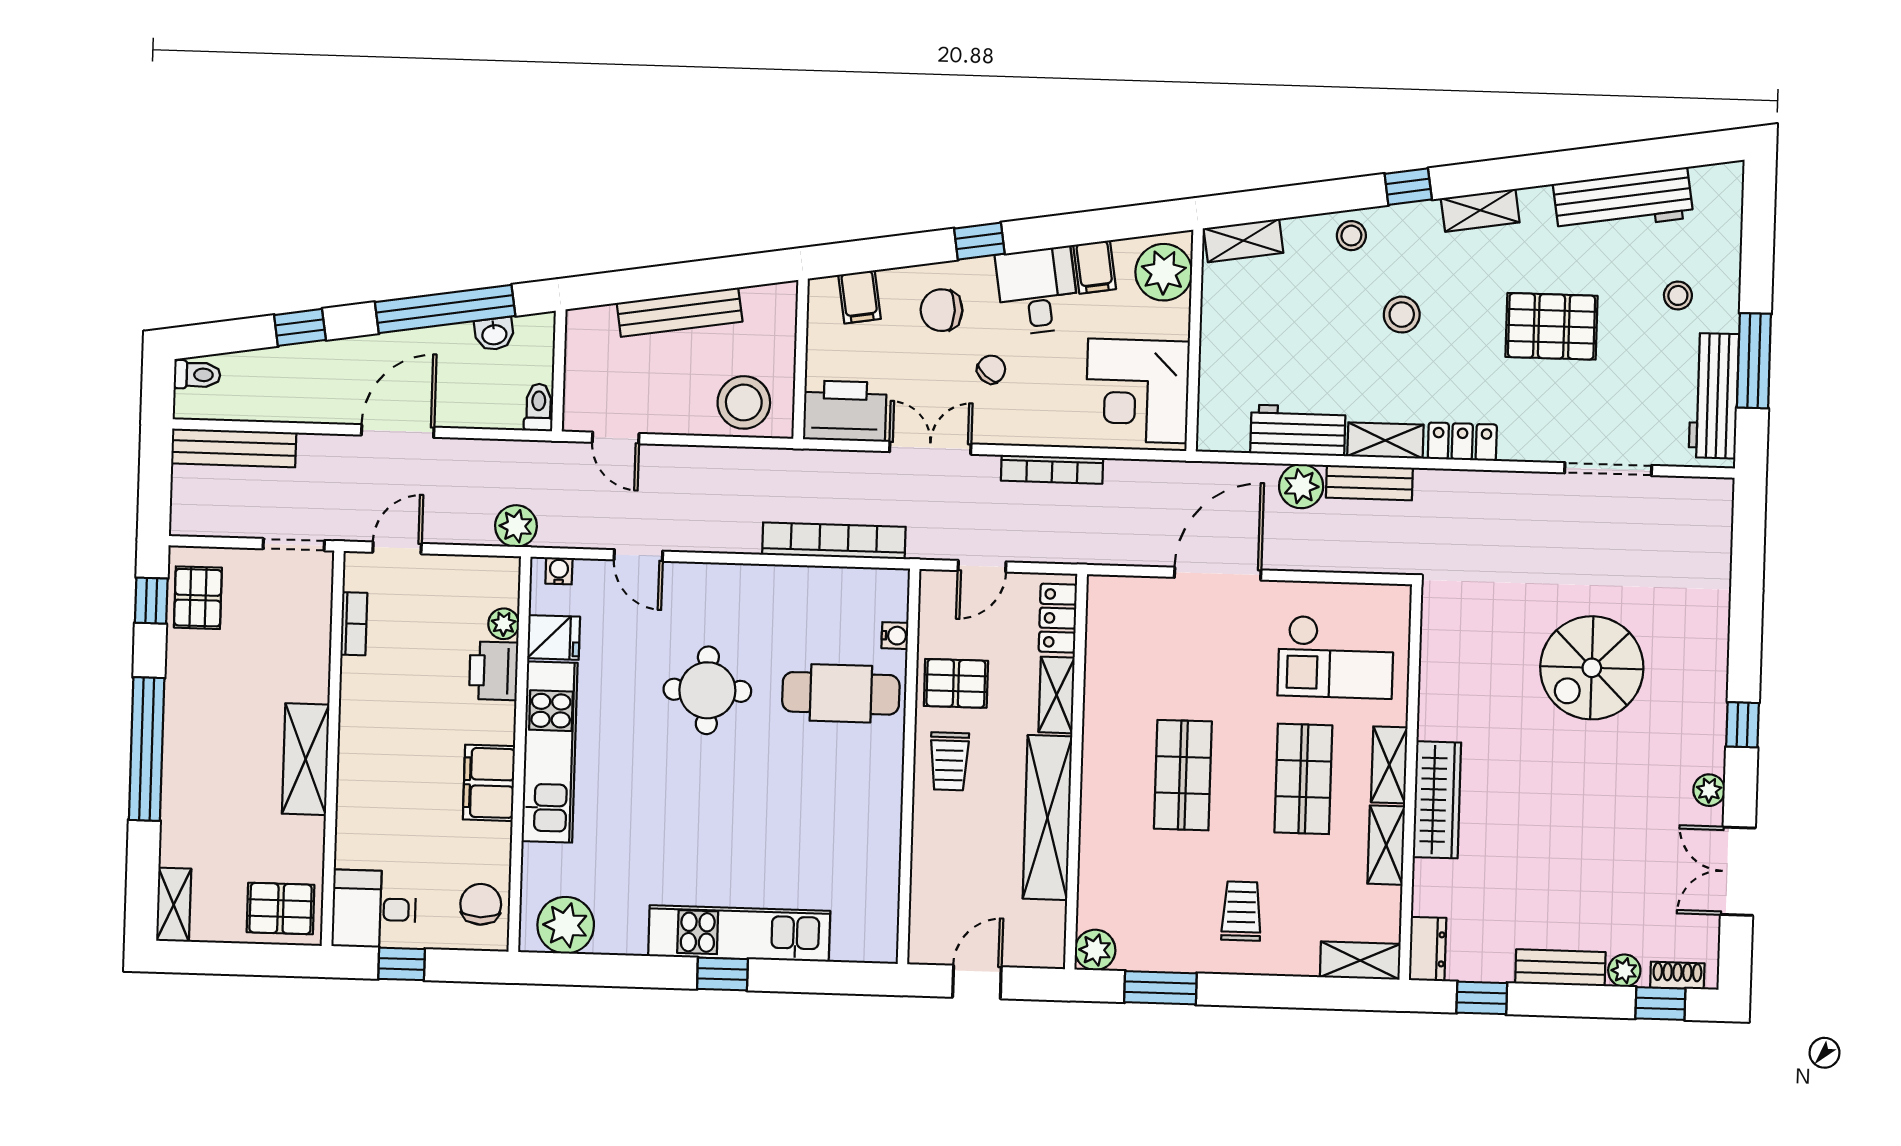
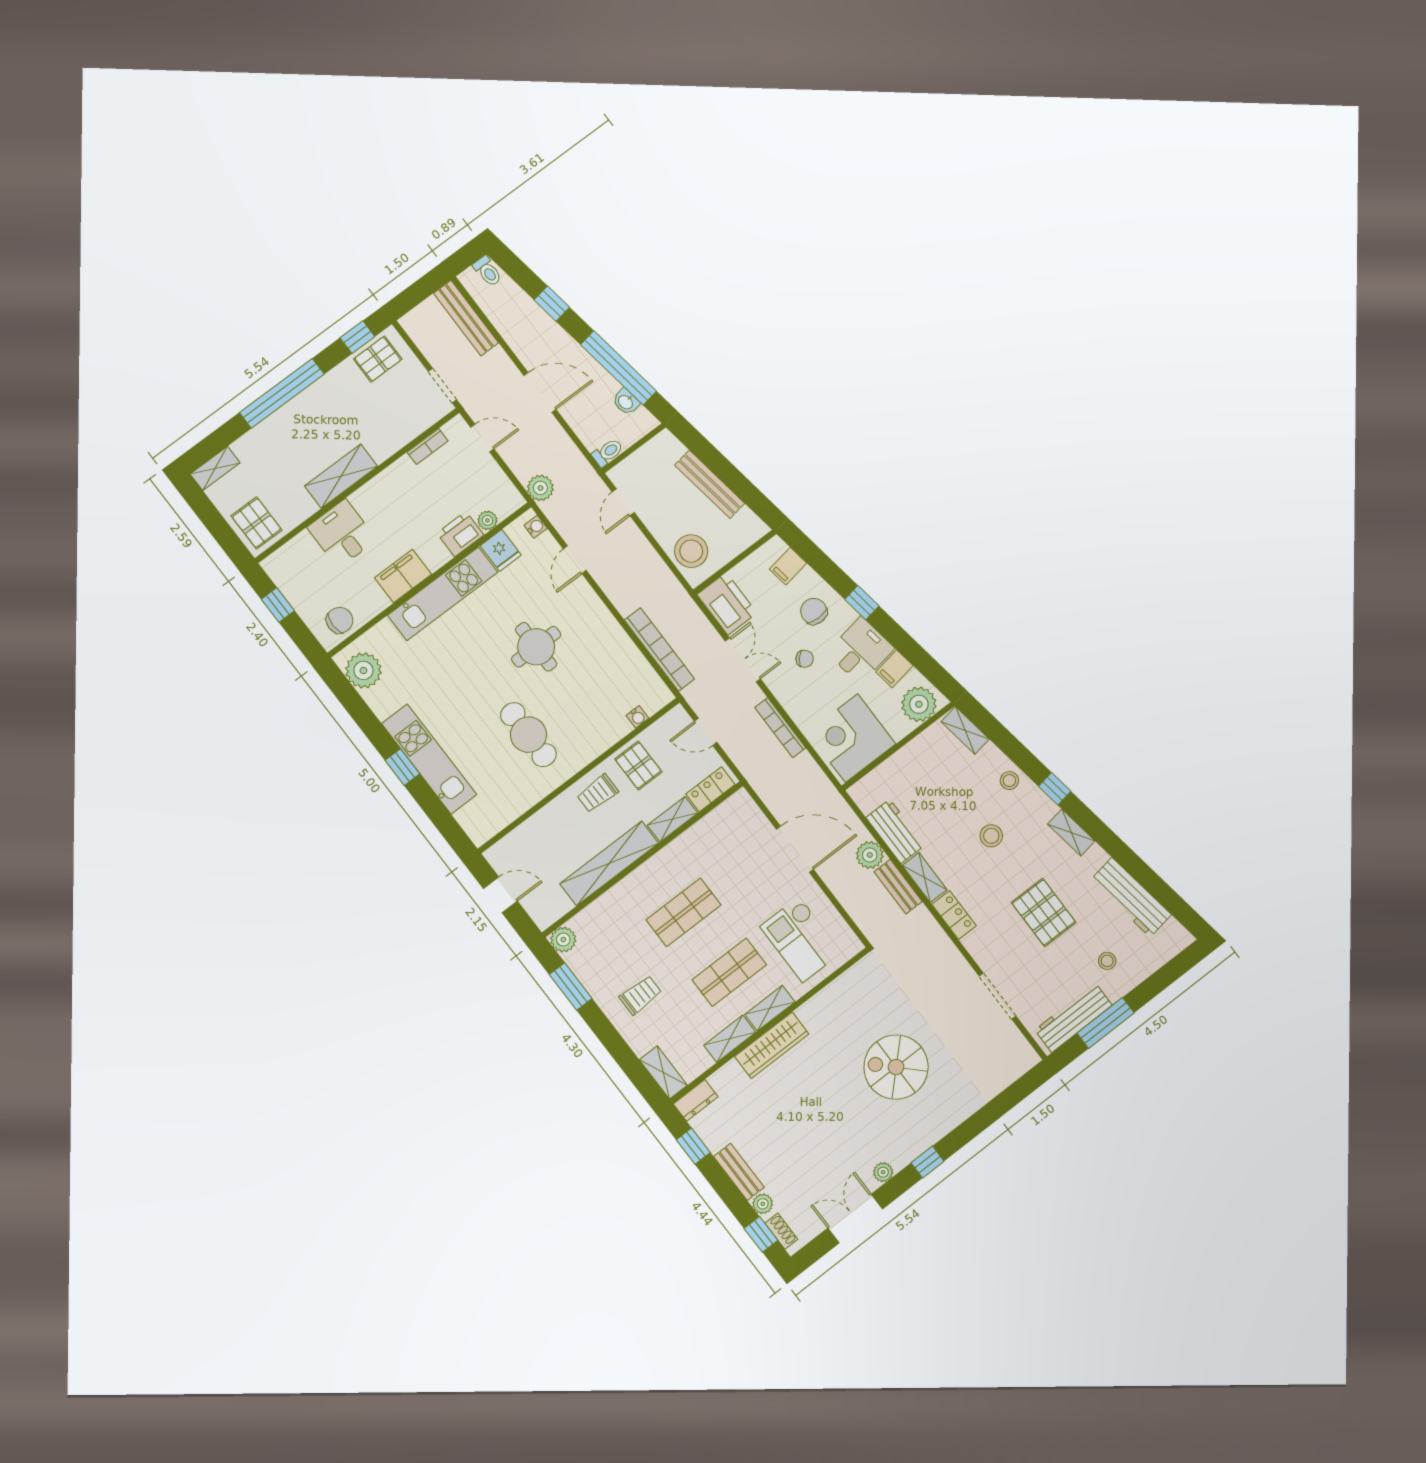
cafe table: (841, 693) -> (528, 735), moved
desk: (374, 909) -> (342, 534), moved

